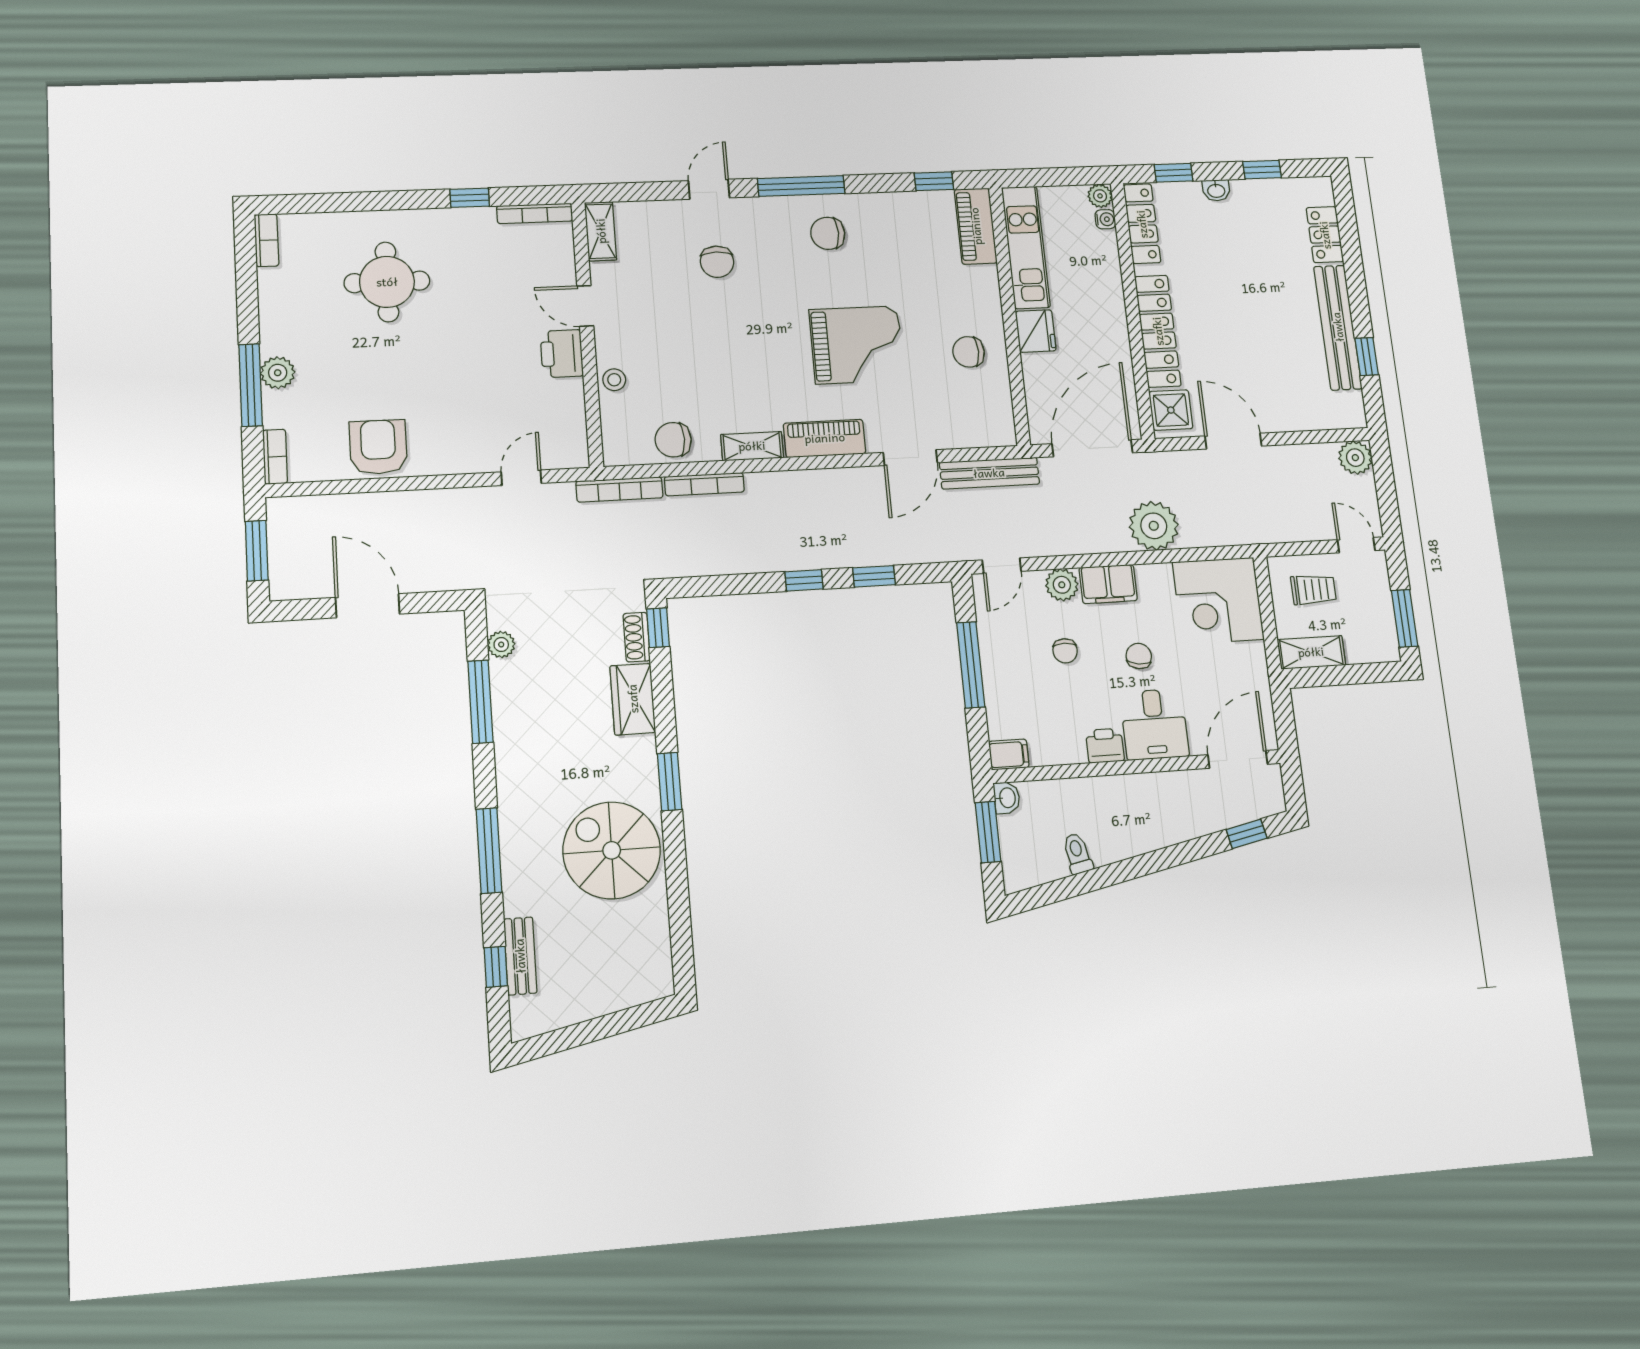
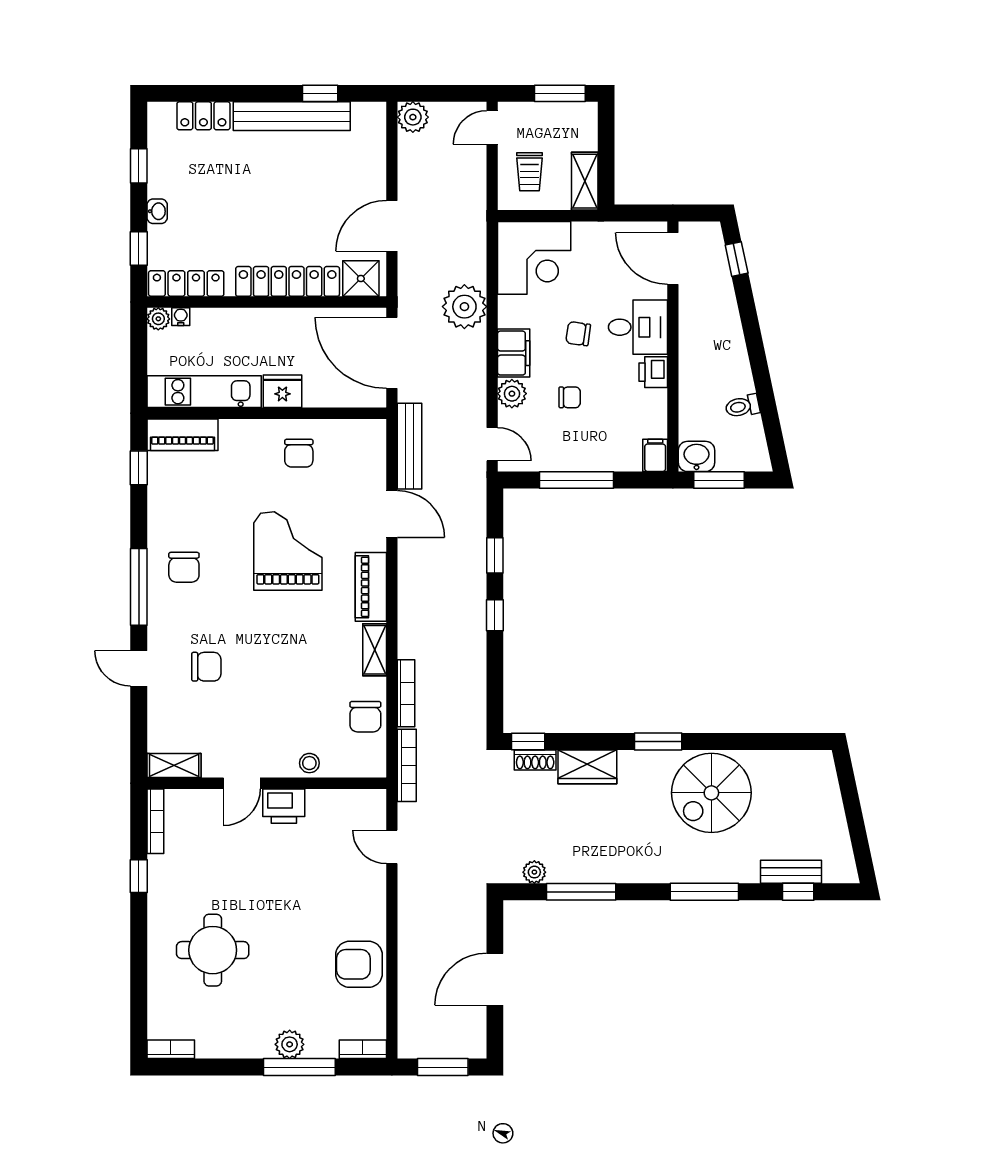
trolley: (1313, 590) -> (529, 172), turned 180
washbasin: (1007, 798) -> (697, 456), width x1.38, depth x1.45

